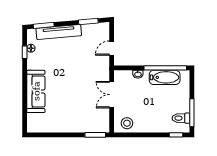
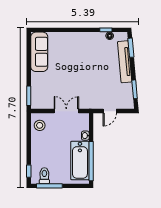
door: (112, 48) -> (110, 111), swing flipped
bathtub: (165, 77) -> (80, 160), width x1.36, depth x1.36
sofa: (36, 91) -> (39, 52), moved, turned -90

